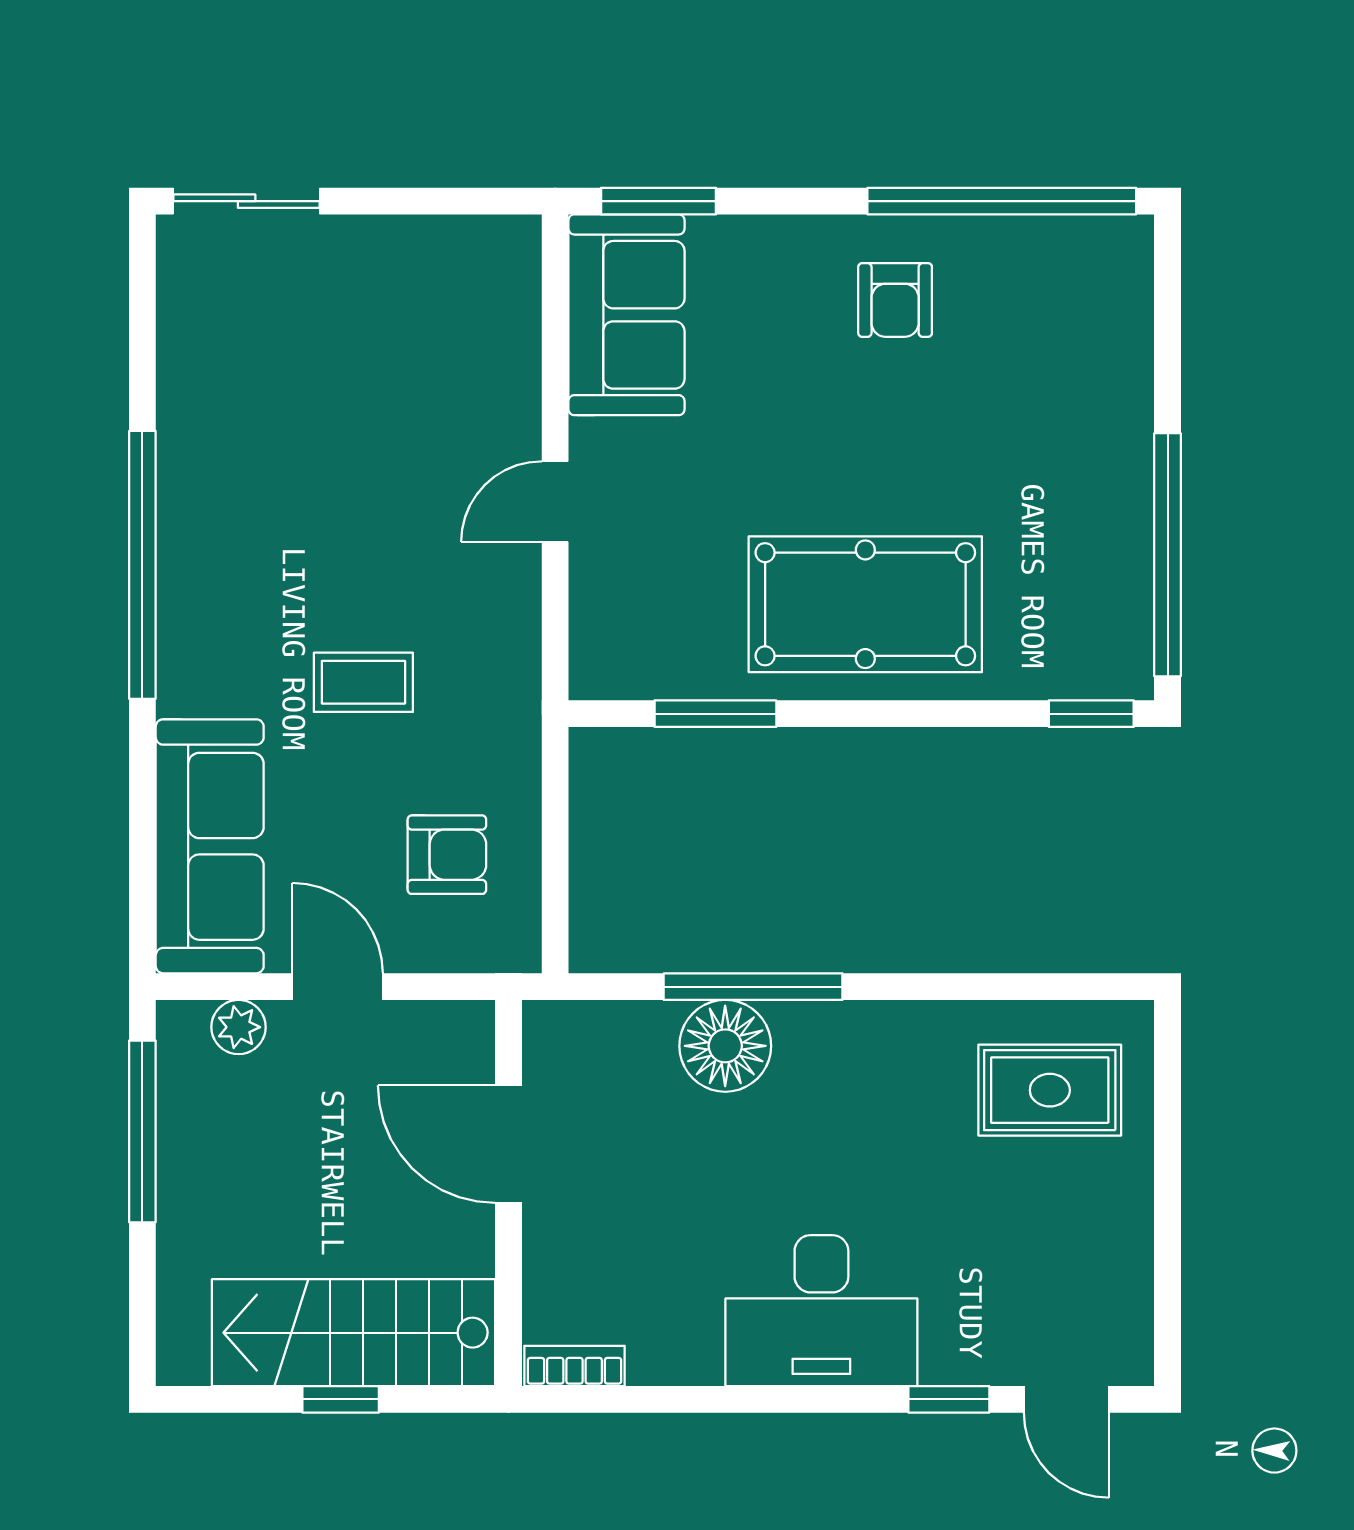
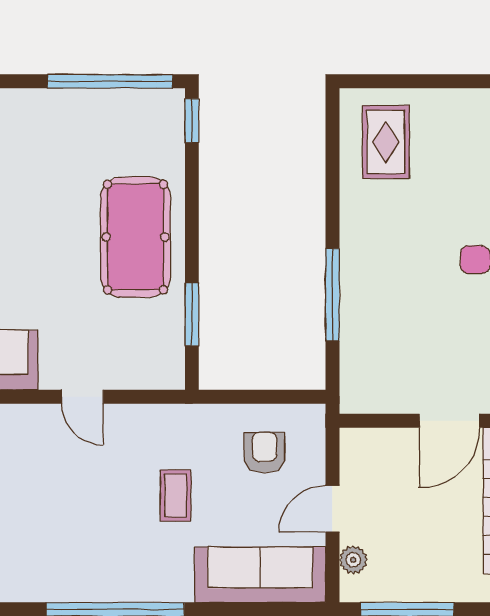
floor lamp: (725, 1046) -> (363, 309), removed
door: (509, 1144) -> (449, 421), moved

